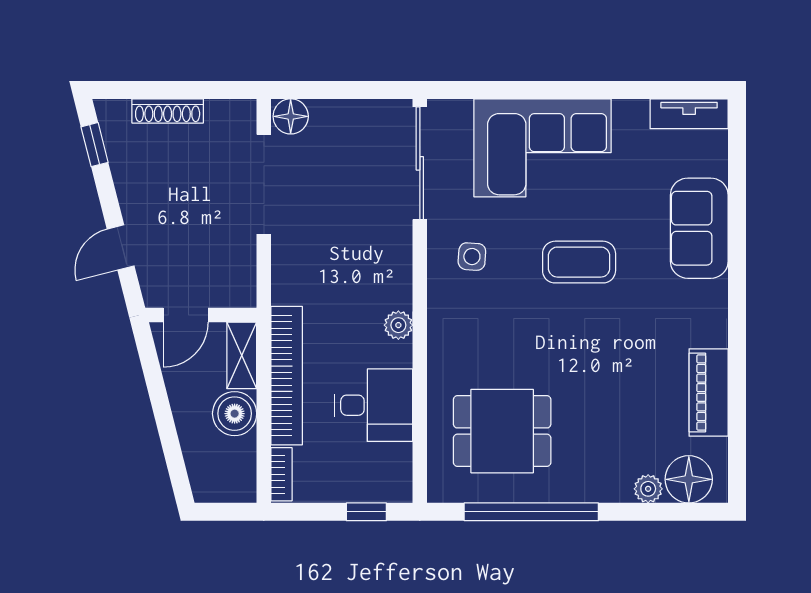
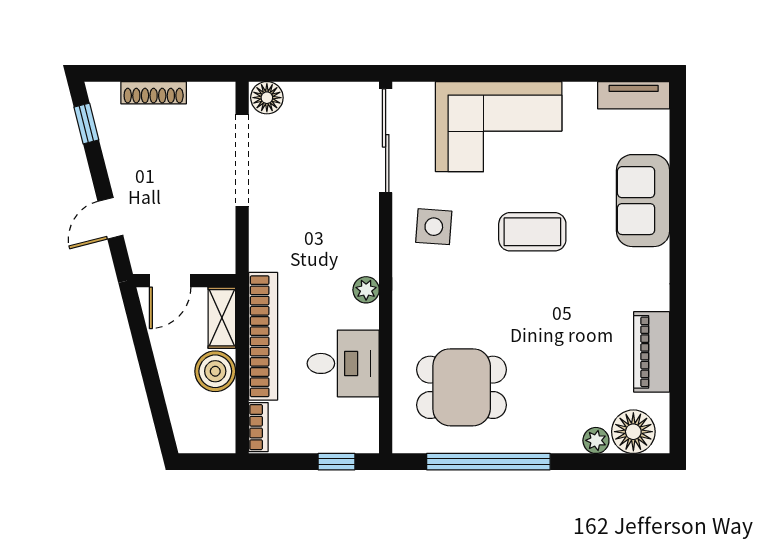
side table: (472, 257) -> (434, 227), width x1.37, depth x1.37

